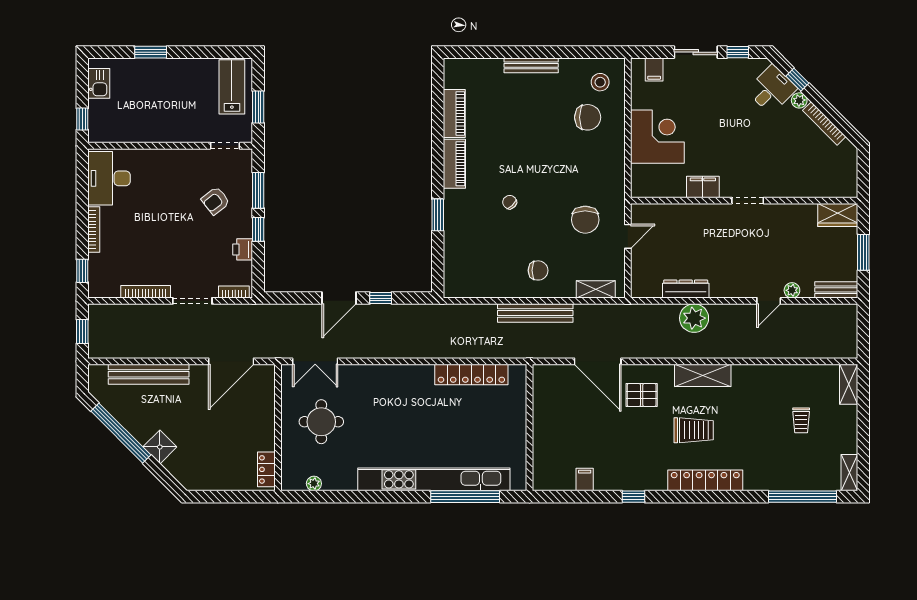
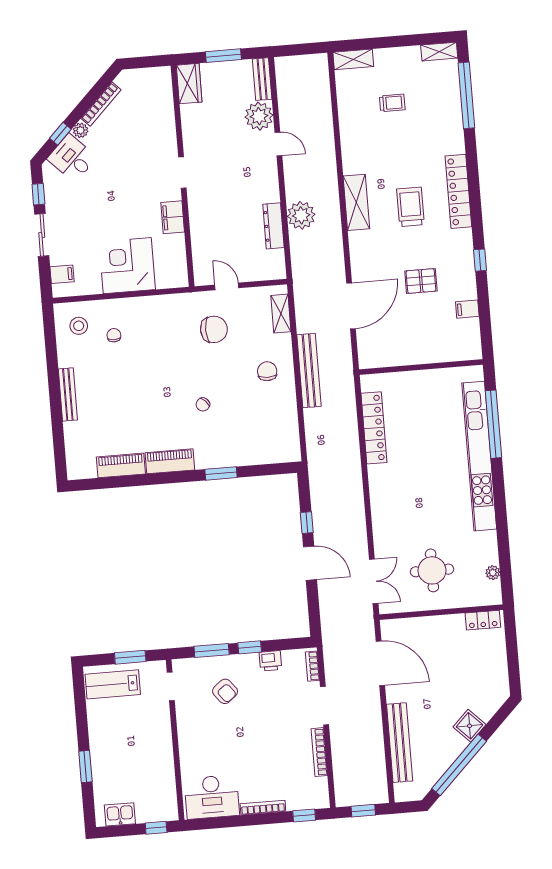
chair: (588, 117) -> (114, 335), width x0.54, depth x0.54
plant: (792, 290) -> (259, 116), width x1.87, depth x1.87
pallet: (642, 395) -> (421, 281), moved, turned 90

